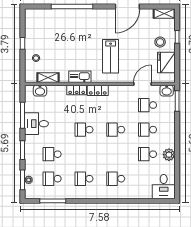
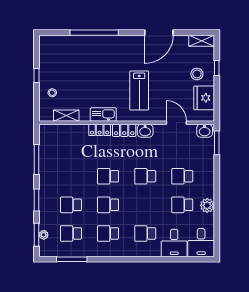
door: (142, 84) -> (176, 123), hinge flipped
washbasin: (40, 91) -> (145, 131), moved
school desk: (148, 105) -> (108, 205), moved
desk: (36, 124) -> (174, 243), moved, turned -90

